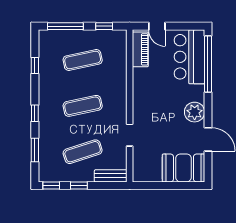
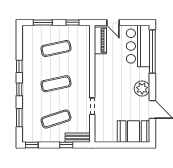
window: (65, 26) -> (43, 22), width x0.69
window: (35, 65) -> (19, 66), moved
window: (79, 186) -> (66, 145), moved

